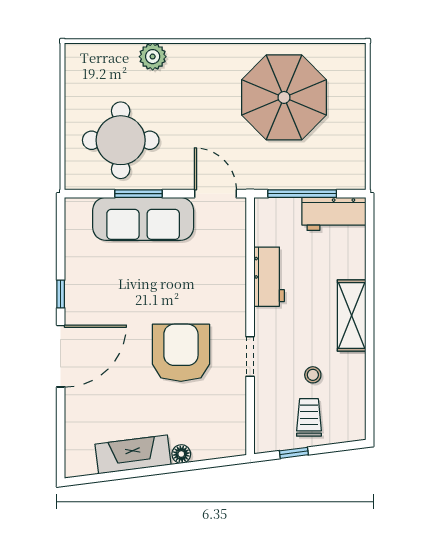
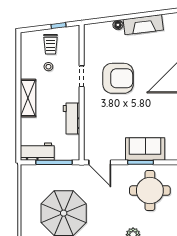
sofa: (143, 219) -> (145, 149), width x0.73
armchair: (181, 353) -> (118, 78), turned -90

